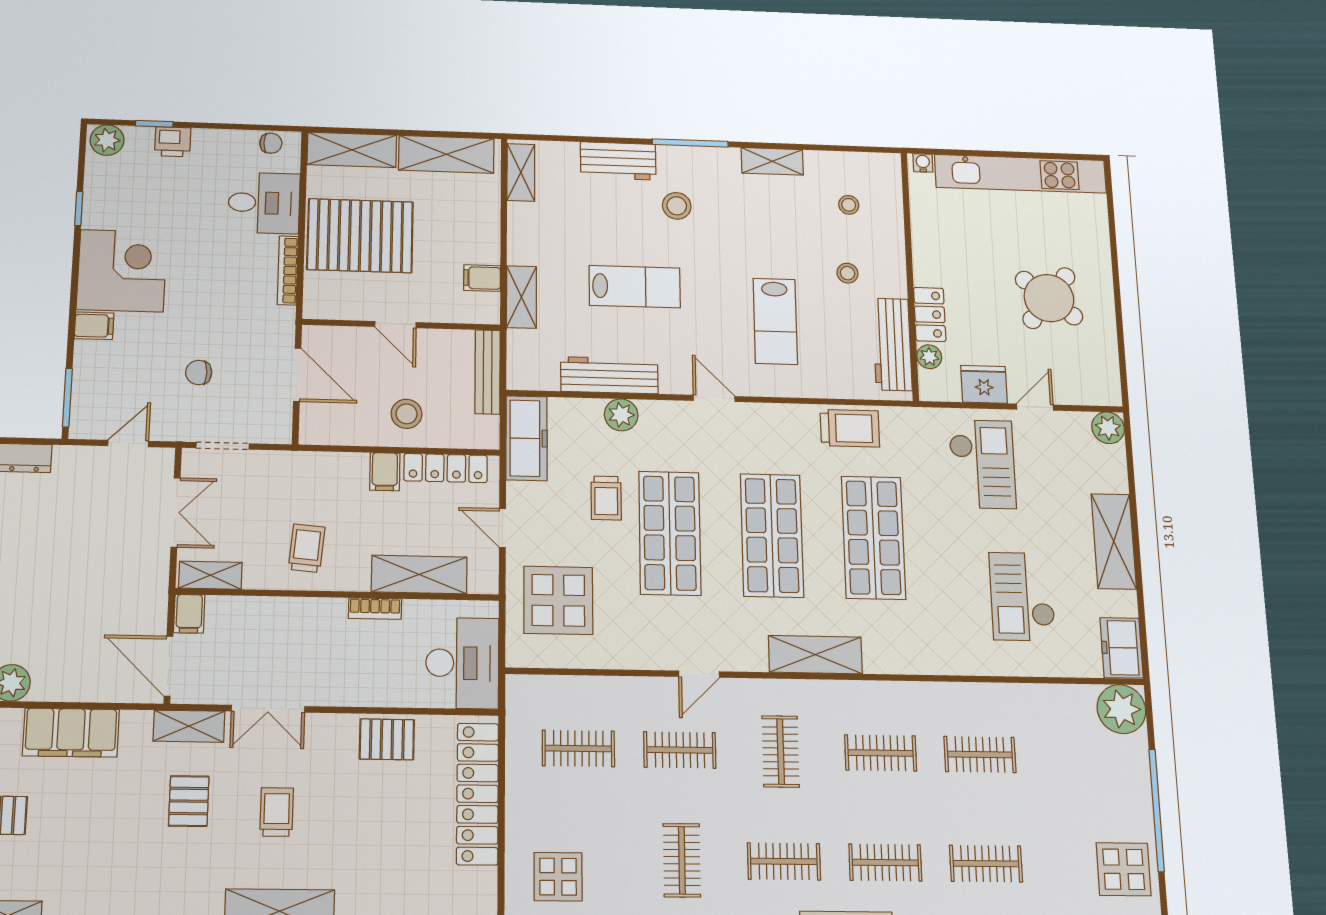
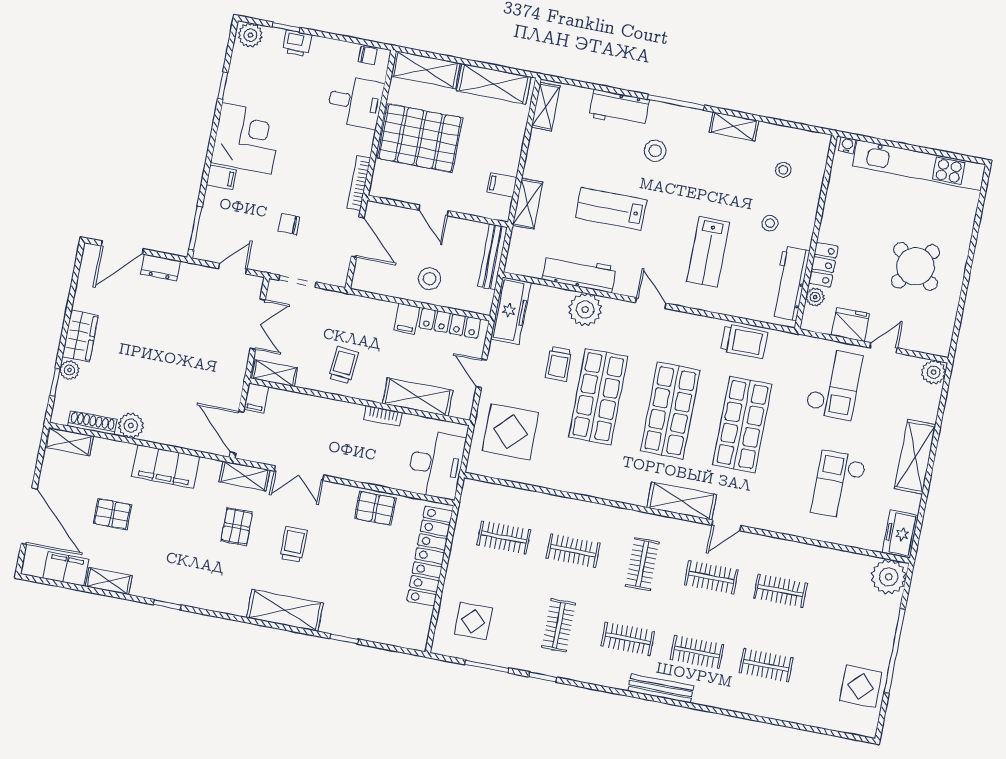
bookcase: (288, 270) -> (359, 183), moved
lab bench: (635, 287) -> (611, 209), turned 180
plant: (621, 415) -> (585, 310), width x1.36, depth x1.36
door: (699, 674) -> (726, 525), moved

